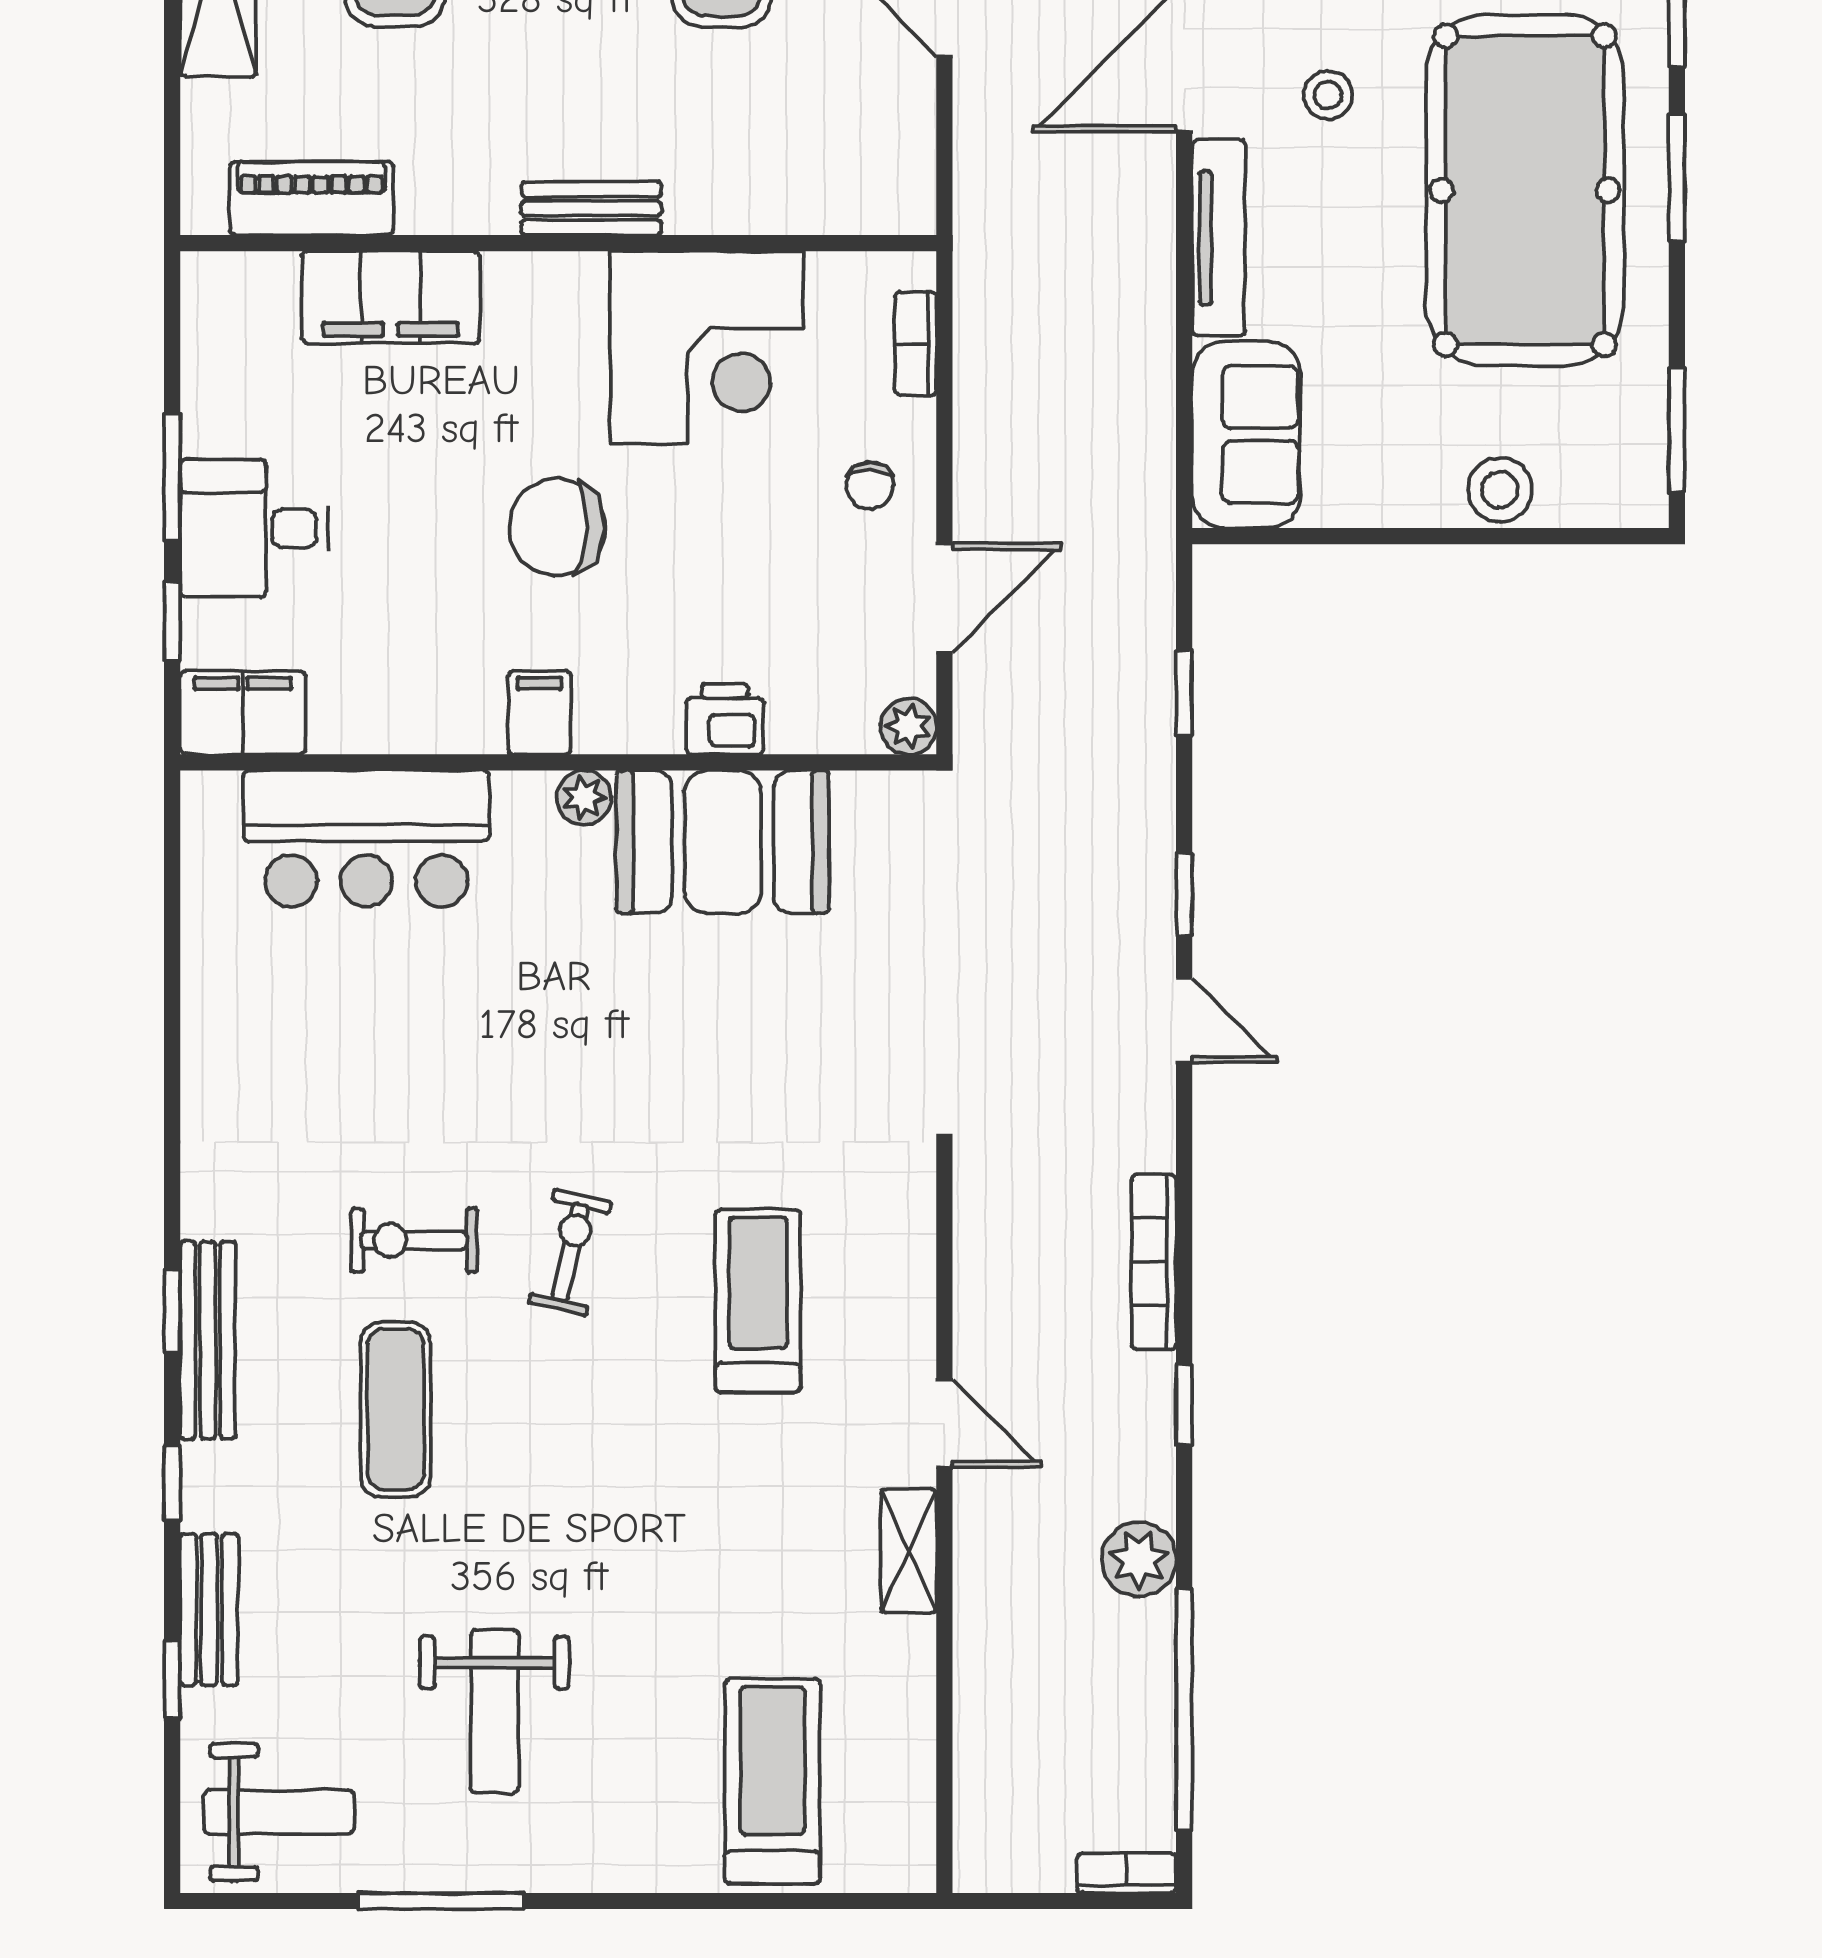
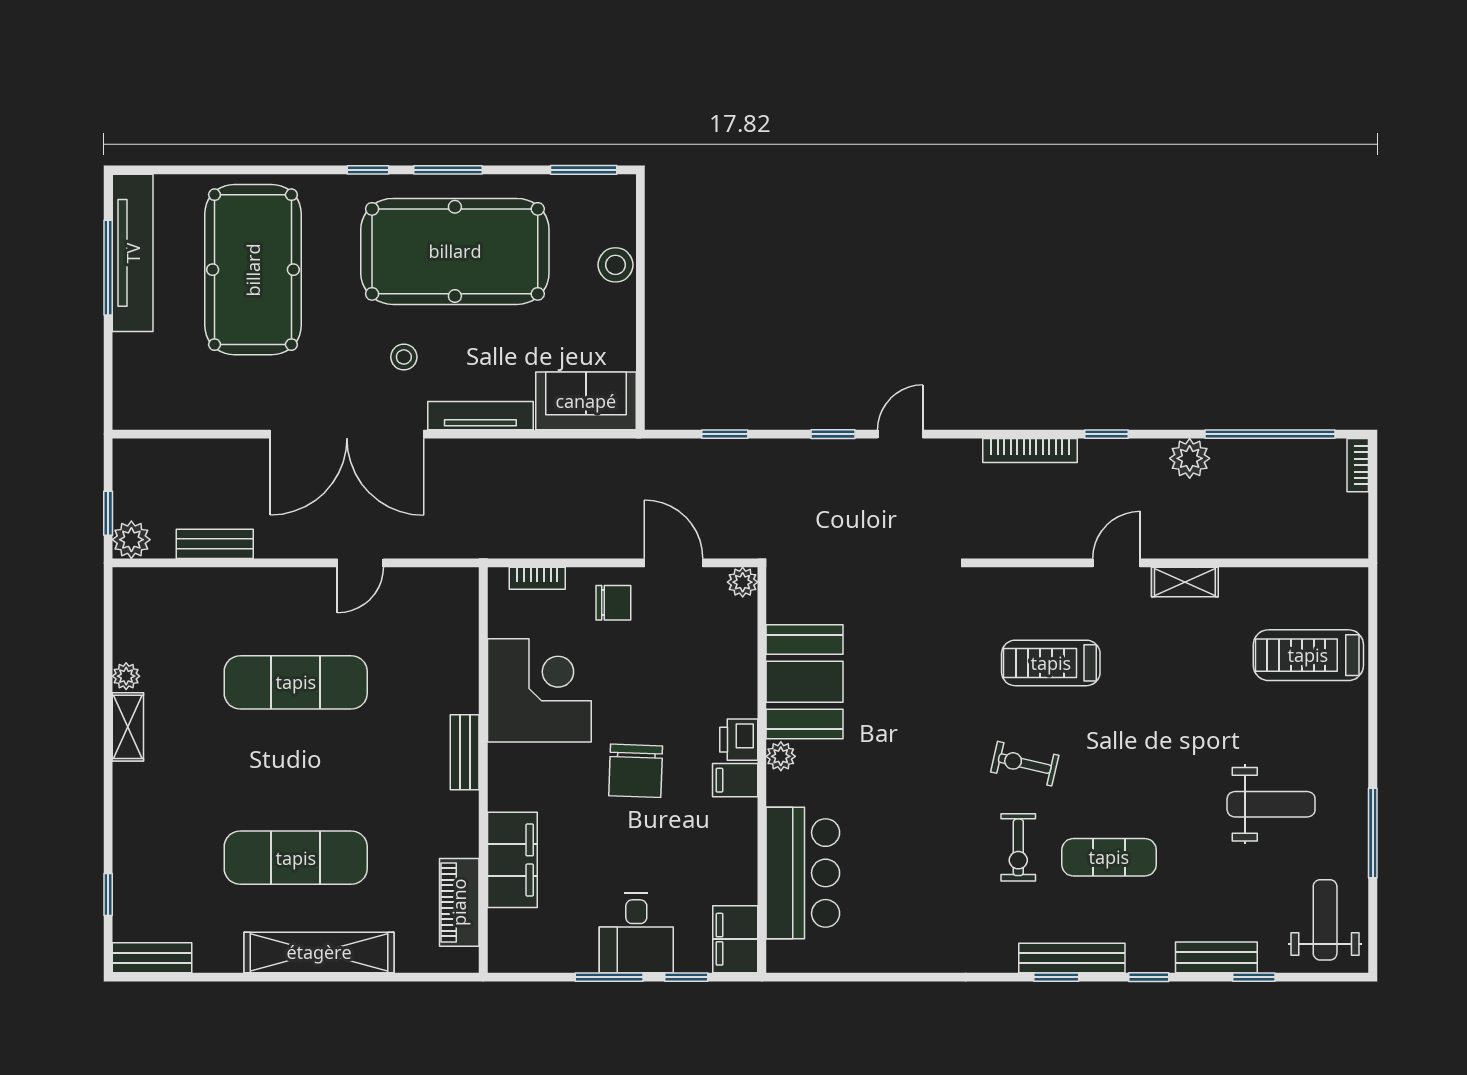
chair: (870, 486) -> (613, 603), width x1.37, depth x1.37
printer: (725, 719) -> (739, 740), moved

